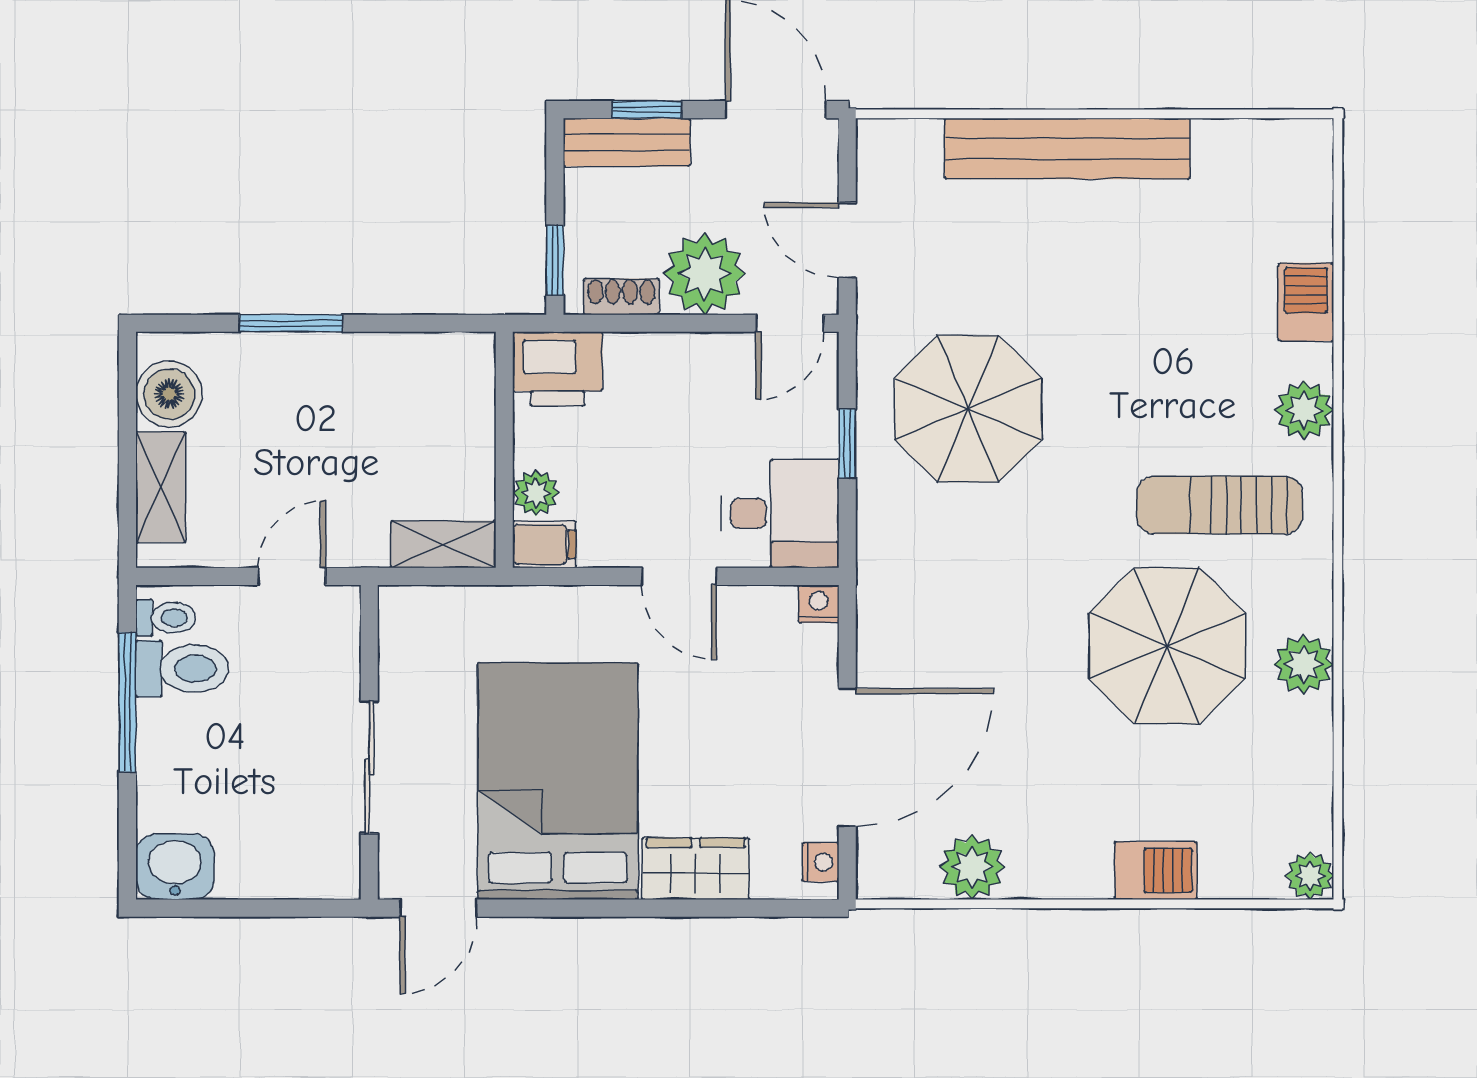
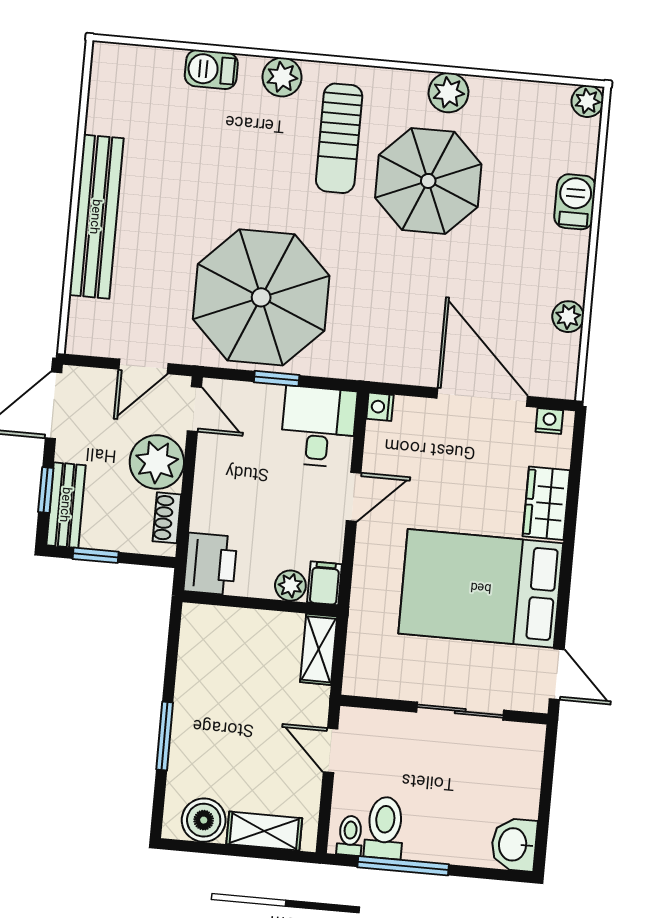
window: (555, 260) -> (96, 555), moved
parasol: (968, 409) -> (261, 297), width x1.36, depth x1.36
plant: (972, 867) -> (568, 317), width x0.73, depth x0.73

